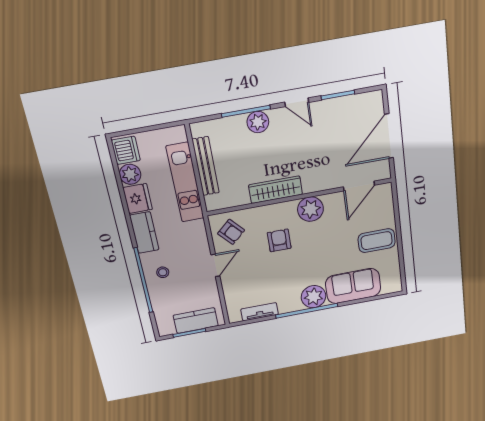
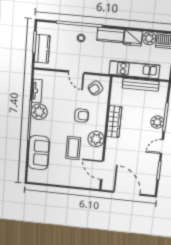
coffee table: (377, 241) -> (73, 148), moved
plant: (314, 297) -> (39, 112), moved

